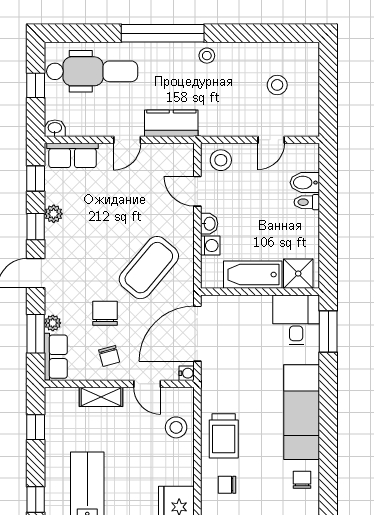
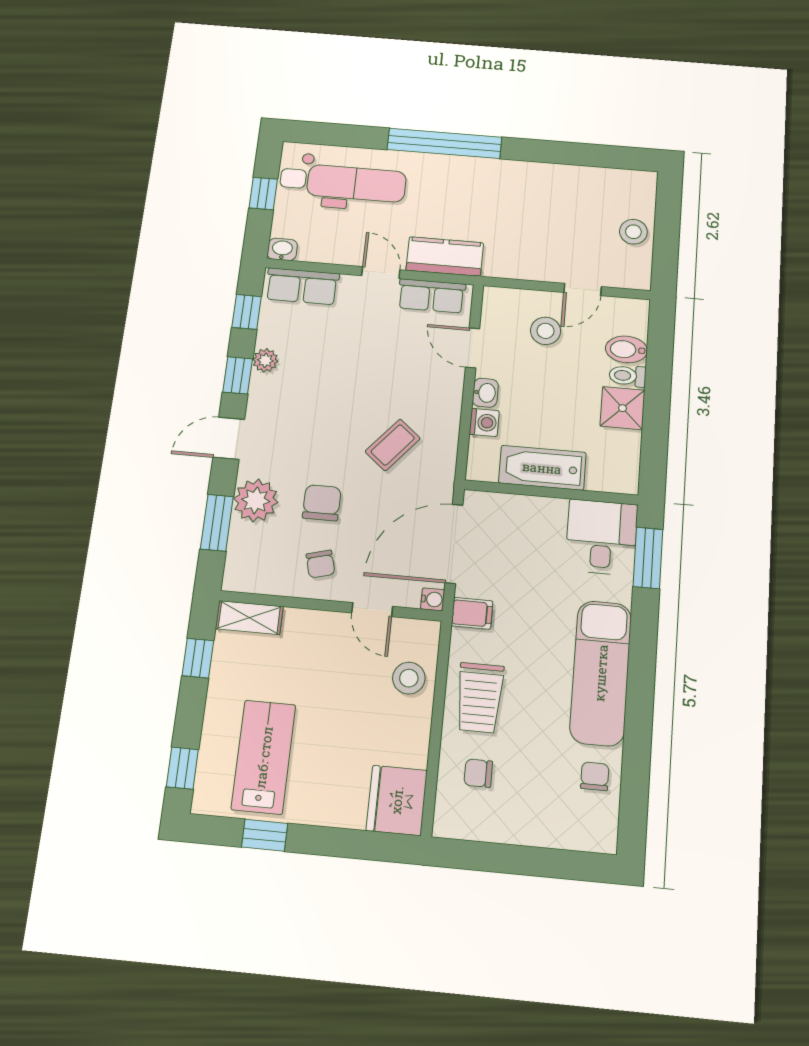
stool: (207, 56) -> (502, 176), removed
stool: (277, 85) -> (633, 232), moved
door: (127, 140) -> (381, 273), swing flipped
stool: (221, 160) -> (546, 331), moved
coffee table: (149, 268) -> (393, 445), width x0.54, depth x0.58
shower: (298, 274) -> (623, 408), moved
plant: (53, 323) -> (256, 500), width x1.88, depth x1.88
row of seats: (56, 357) -> (432, 296), moved, turned 90
filing cabinet: (214, 380) -> (472, 613), added
shelving: (101, 397) -> (249, 618), moved

